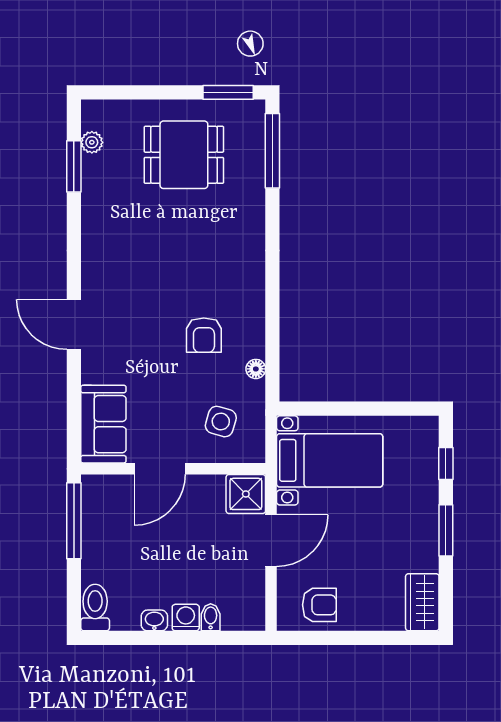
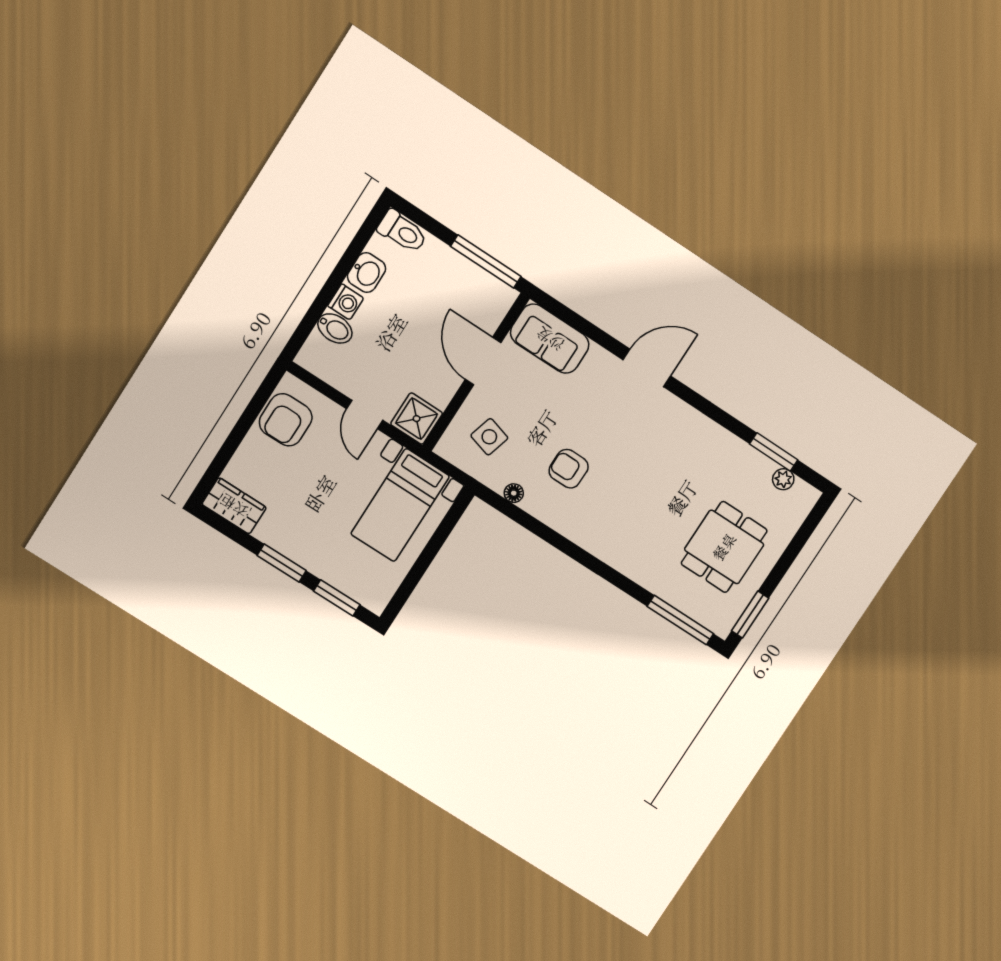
window: (446, 463) -> (337, 598), width x1.50
door: (271, 541) -> (365, 414), width x0.73
armchair: (319, 605) -> (286, 420), width x1.38, depth x1.38
bidet: (211, 617) -> (335, 328), width x1.38, depth x1.36
washbasin: (154, 620) -> (367, 273), width x1.38, depth x1.45

